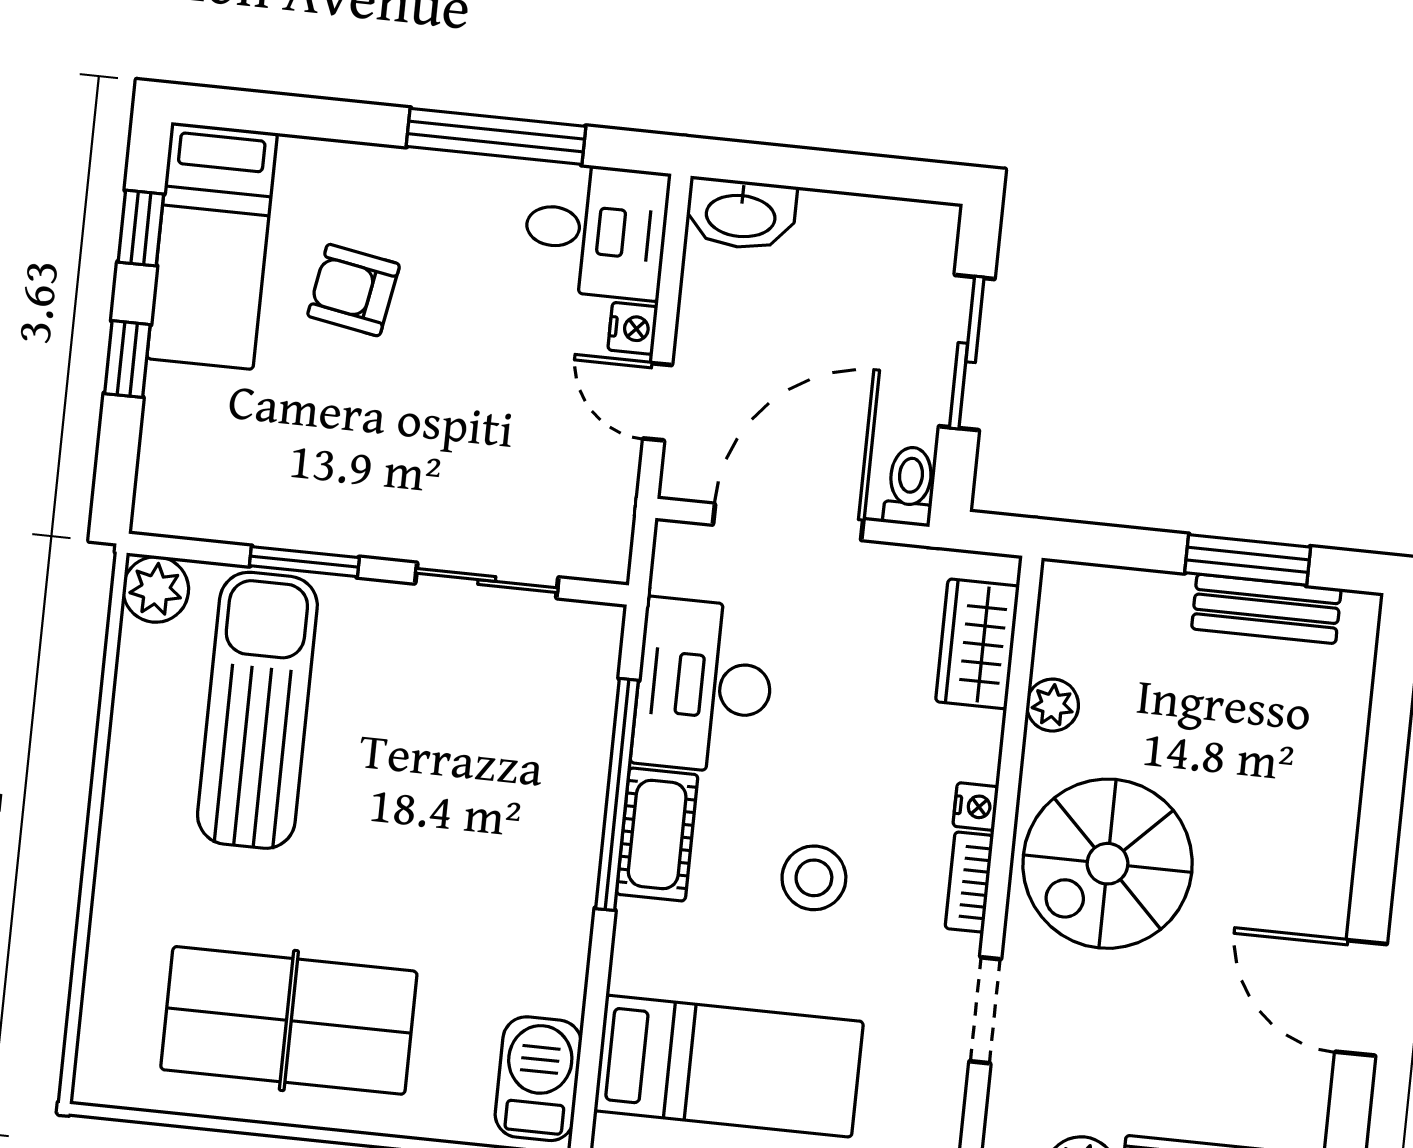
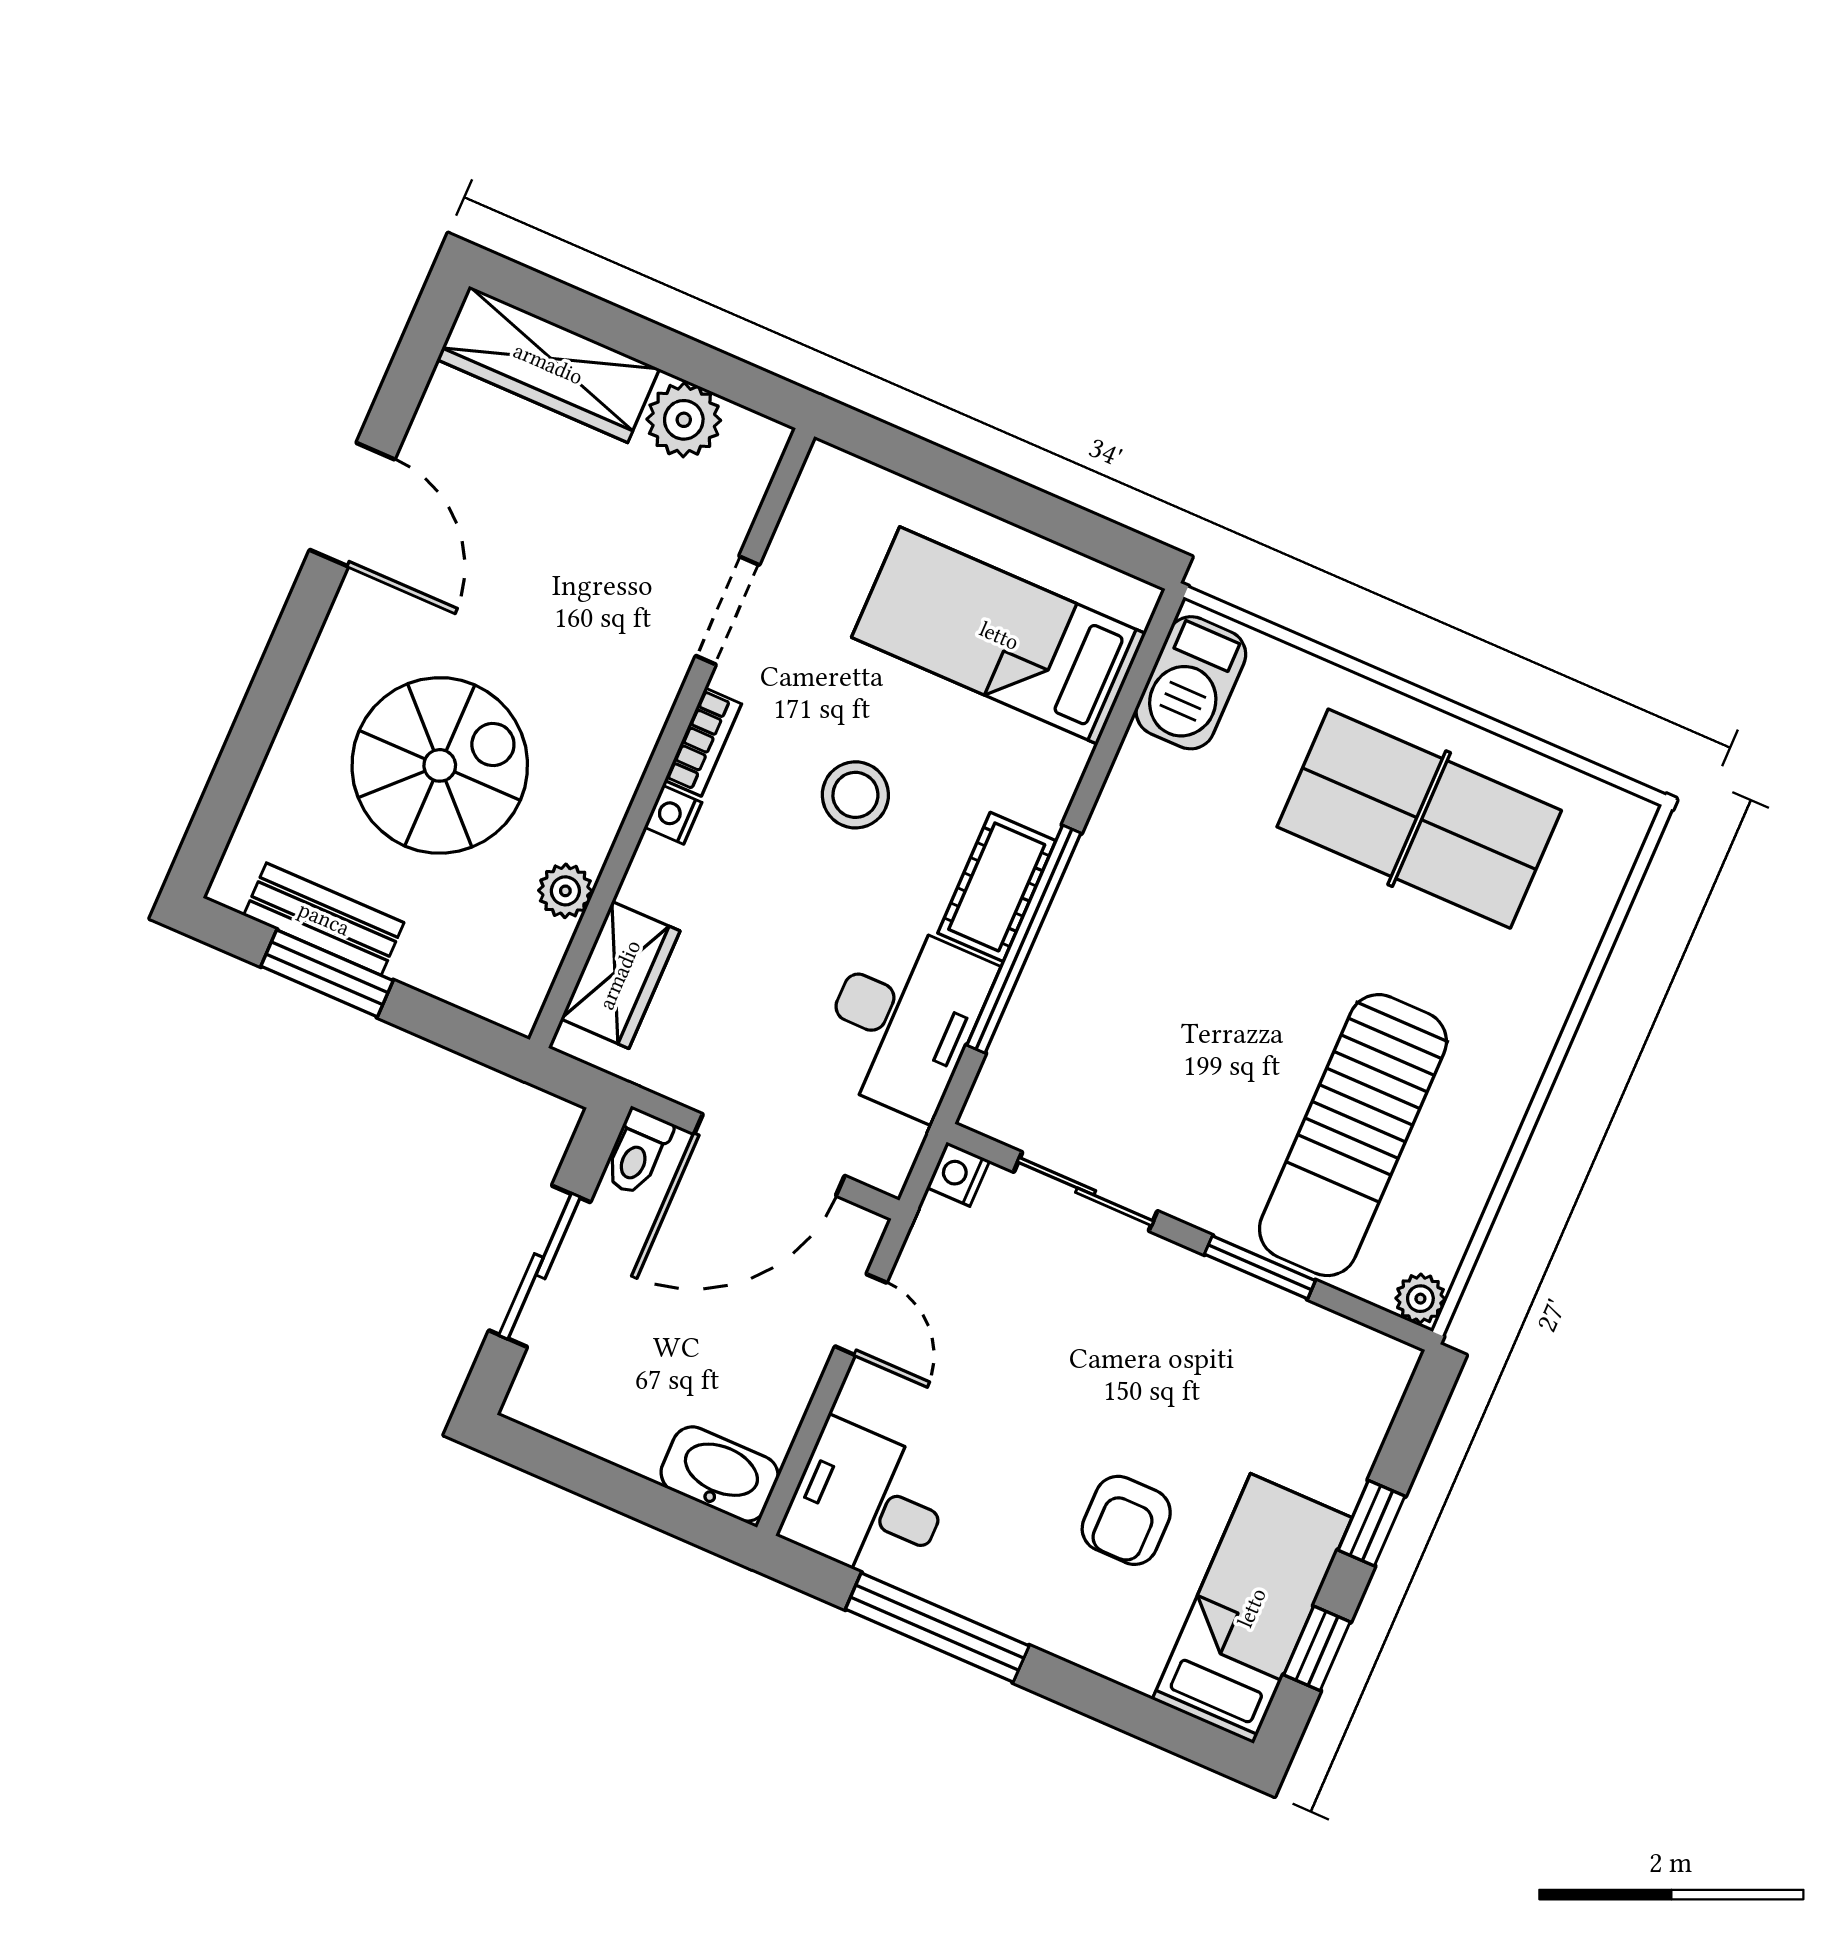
armchair: (354, 290) -> (1126, 1520), turned 80
nightstand: (633, 328) -> (958, 1174), moved
plant: (156, 589) -> (1420, 1299), width x0.73, depth x0.73
spiral stairs: (1108, 864) -> (440, 765), moved

